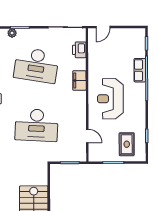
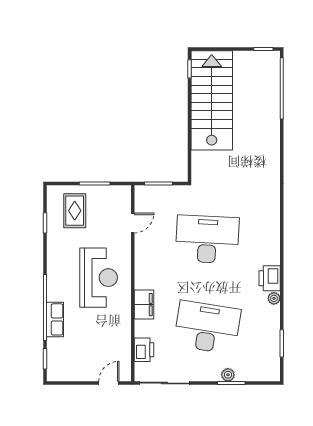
plant: (12, 33) -> (228, 375), moved
door: (87, 136) -> (133, 223), swing flipped

